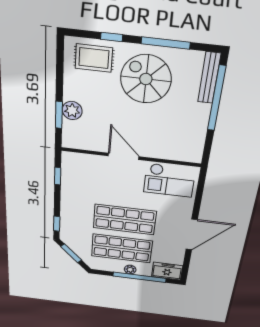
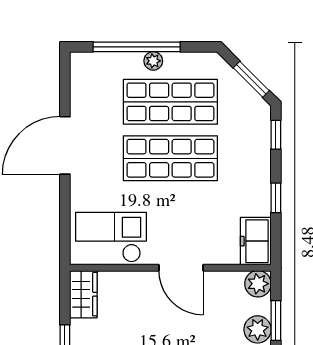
plant: (71, 140) -> (258, 284), added
wardrobe: (194, 148) -> (83, 294), added
window: (58, 176) -> (276, 198), moved
freezer: (167, 271) -> (256, 241), moved, turned 90

